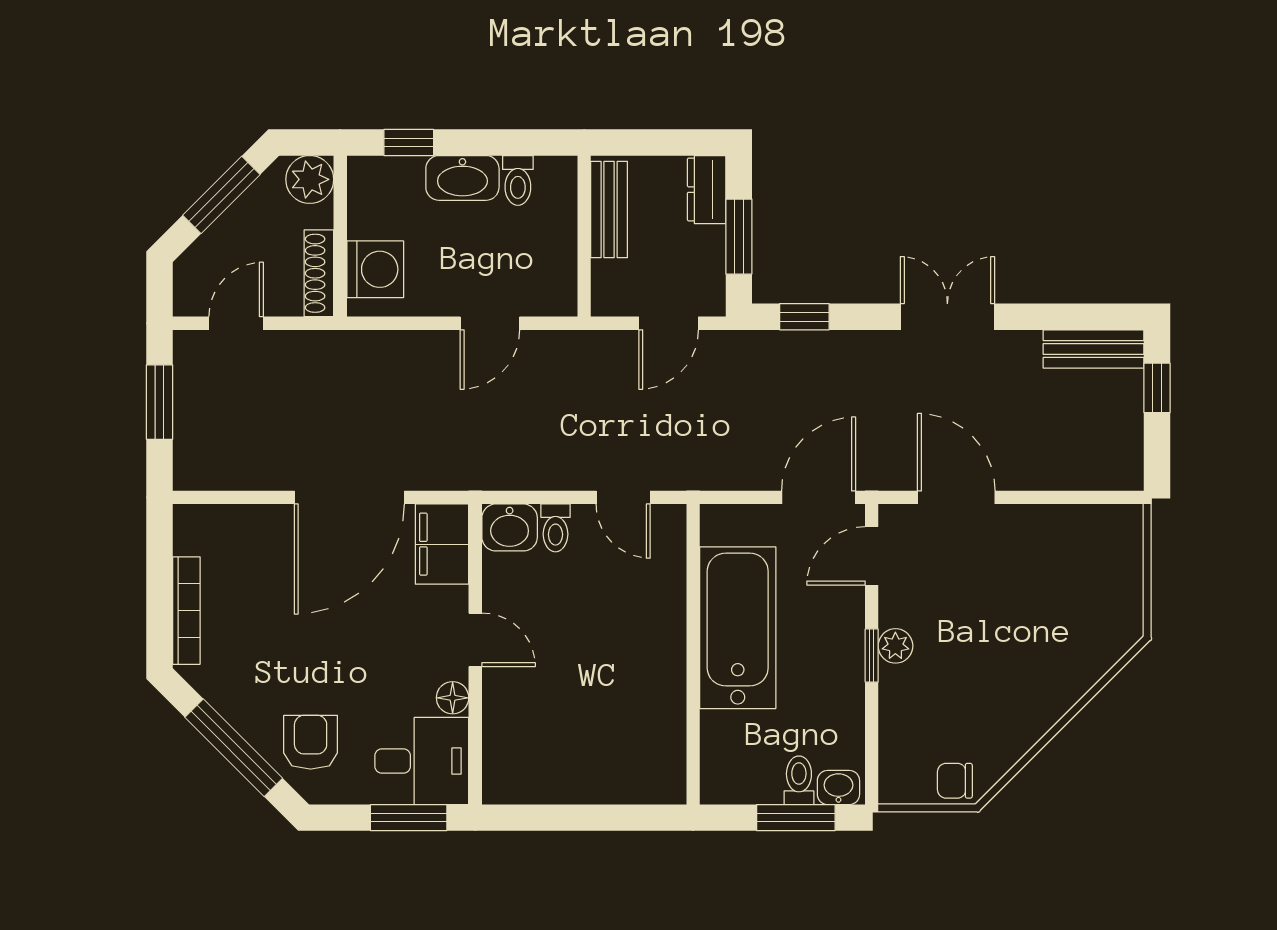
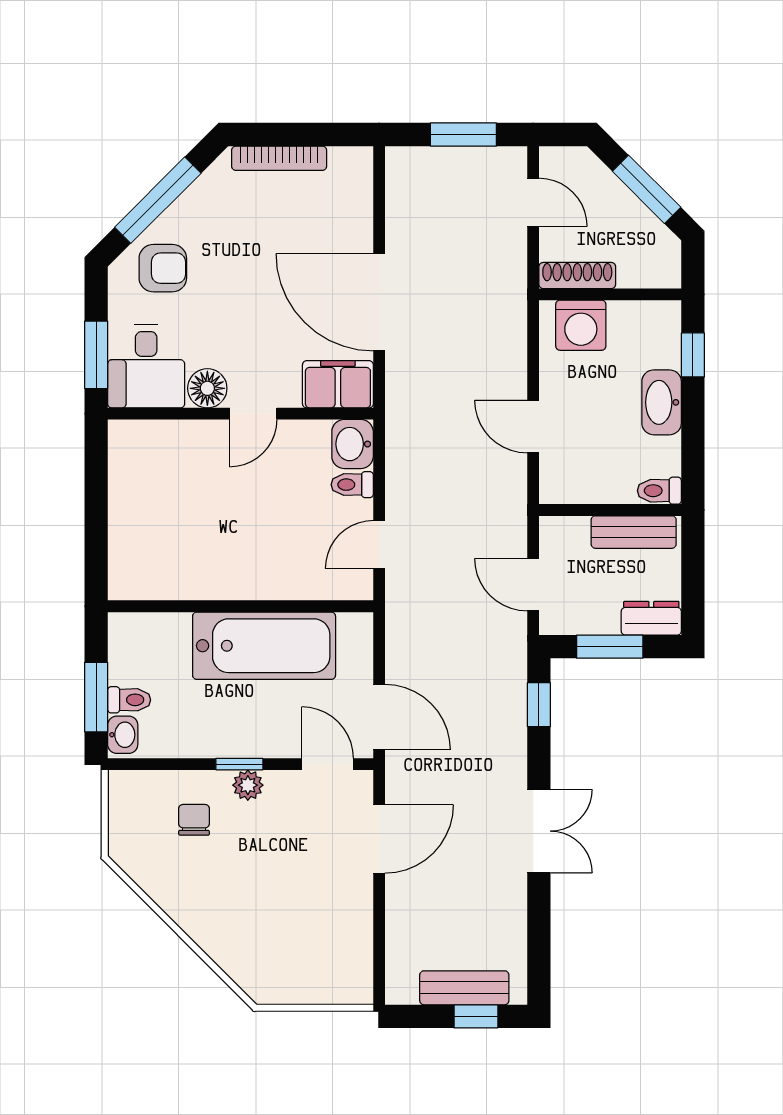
plant: (310, 179) -> (660, 267), removed
toilet: (518, 180) -> (659, 491), moved
bench: (1094, 349) -> (464, 988), moved, turned 90
floor lamp: (453, 698) -> (207, 388), width x1.37, depth x1.37
chair: (955, 781) -> (194, 820), moved

